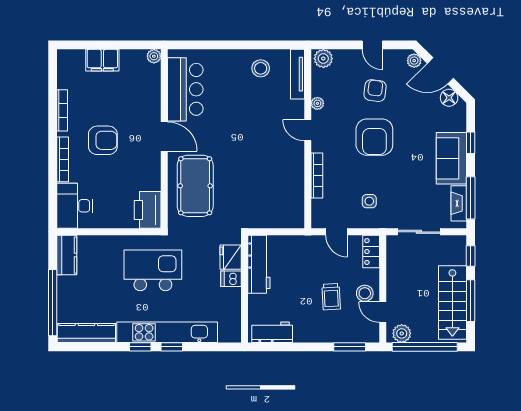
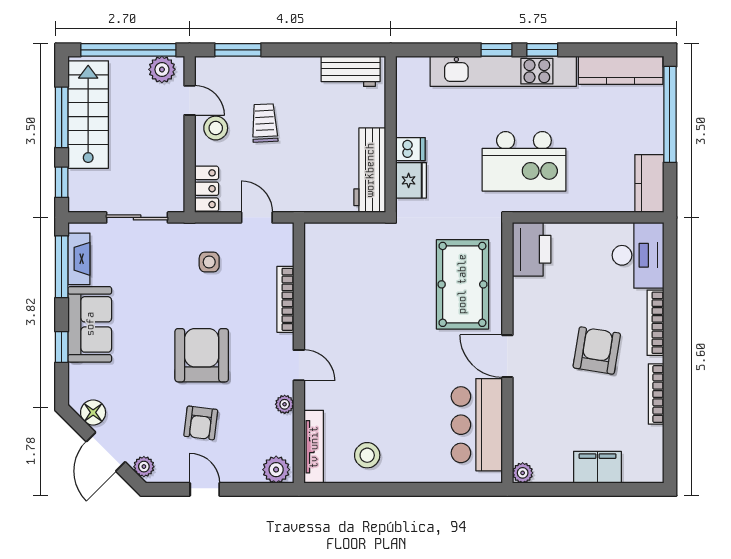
door: (440, 71) -> (106, 452), swing flipped
armchair: (103, 140) -> (597, 350), turned 99

